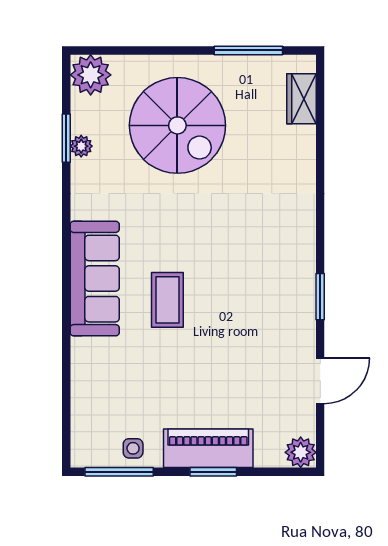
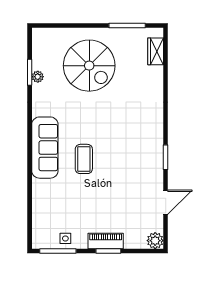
plant: (91, 75) -> (43, 38), removed
piano: (208, 448) -> (106, 241), width x0.73, depth x0.75

